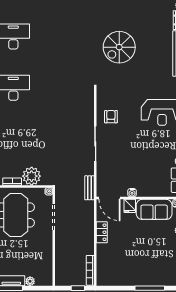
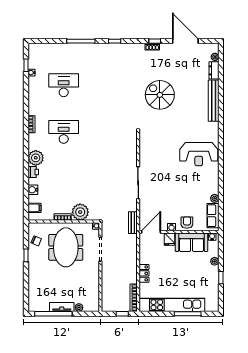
spiral stairs: (119, 47) -> (160, 95), turned 90
armchair: (111, 117) -> (187, 223), moved
door: (110, 198) -> (151, 232), swing flipped
locker: (102, 232) -> (144, 273), moved
kitchen unit: (132, 278) -> (172, 305), added

